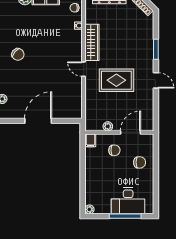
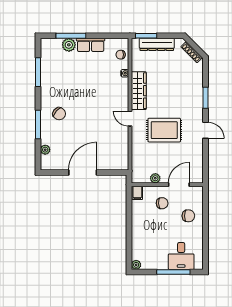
chair: (18, 54) -> (59, 114), moved
desk: (128, 201) -> (181, 256), width x0.73

